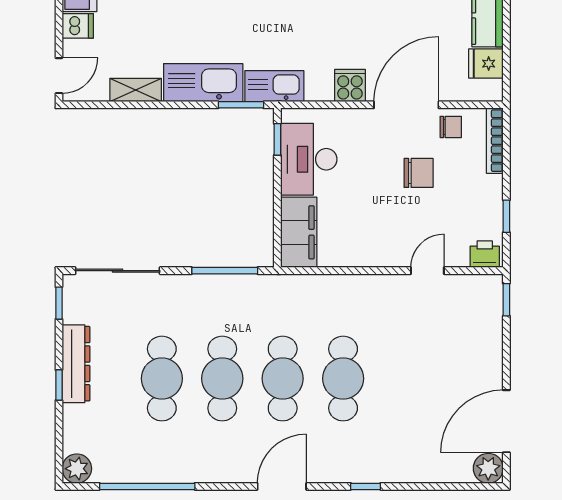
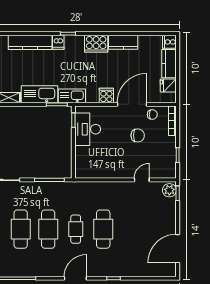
filing cabinet: (299, 232) -> (83, 163), removed
printer: (485, 254) -> (168, 172), removed
cafe table: (283, 379) -> (76, 229), width x0.73, depth x0.74
plant: (488, 468) -> (169, 190), moved

